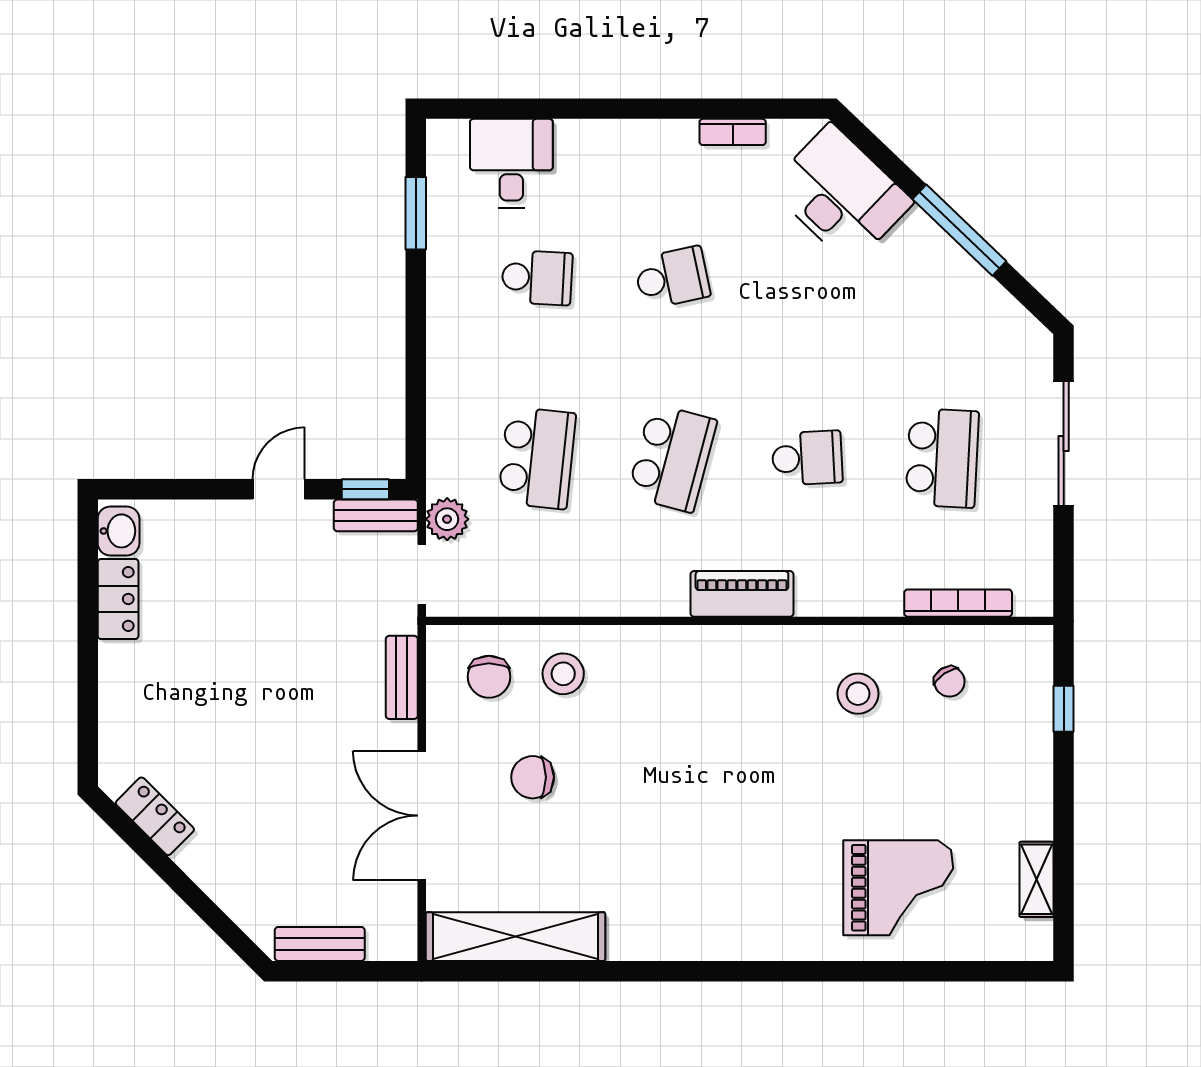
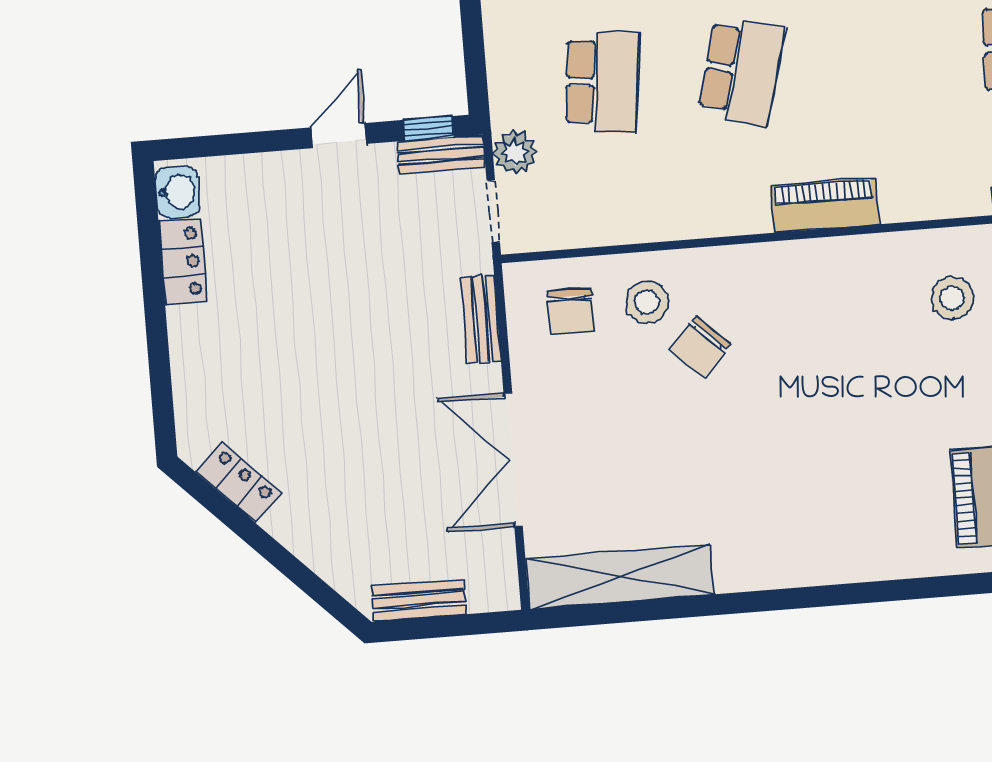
school desk: (807, 458) -> (880, 60), removed
chair: (533, 777) -> (700, 347), moved, turned -47

